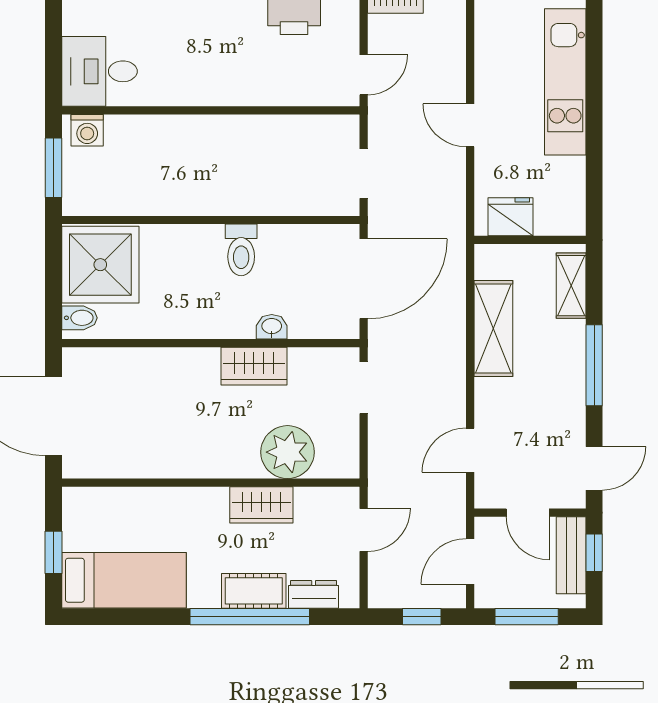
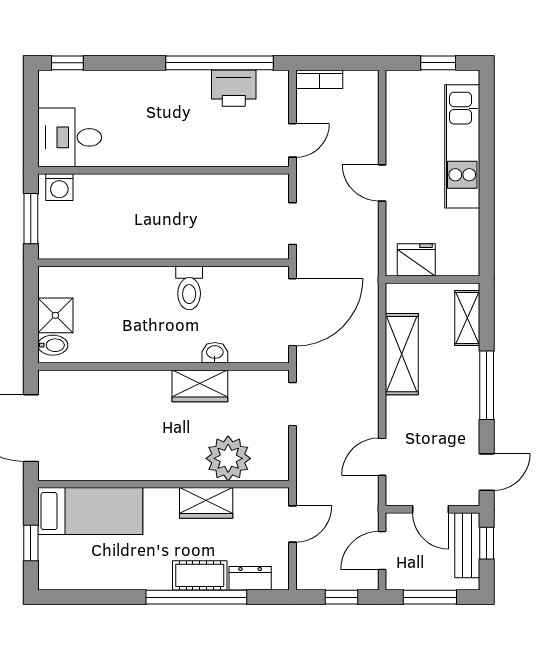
shower: (100, 265) -> (55, 315), width x0.54, depth x0.54
bed: (124, 580) -> (90, 511), moved

